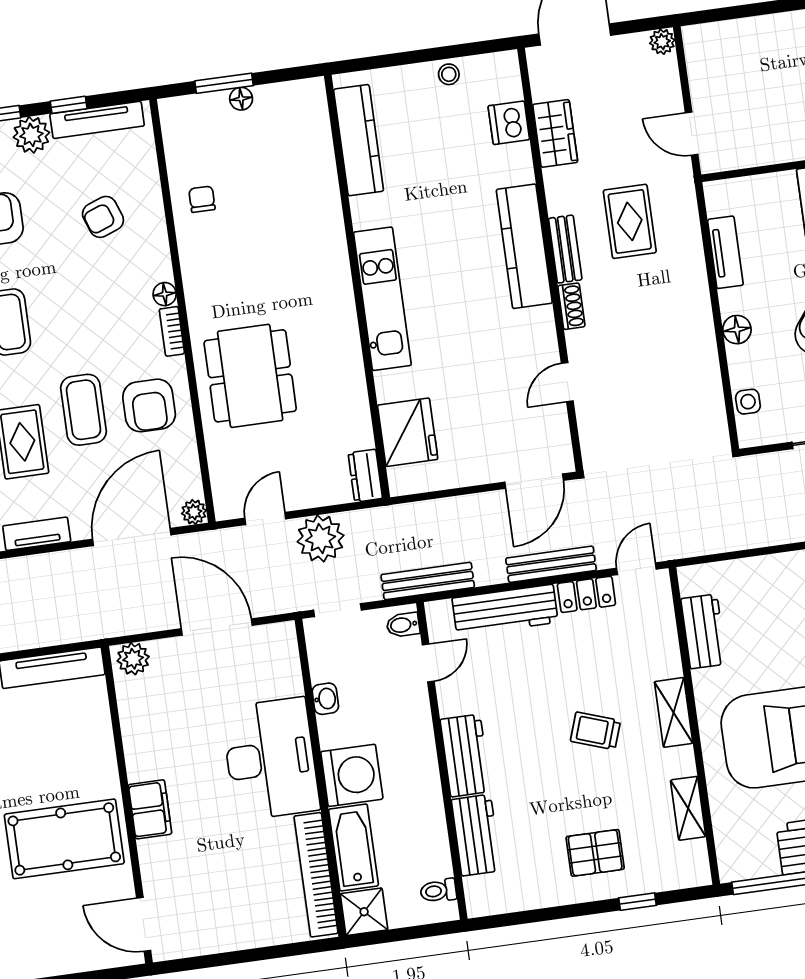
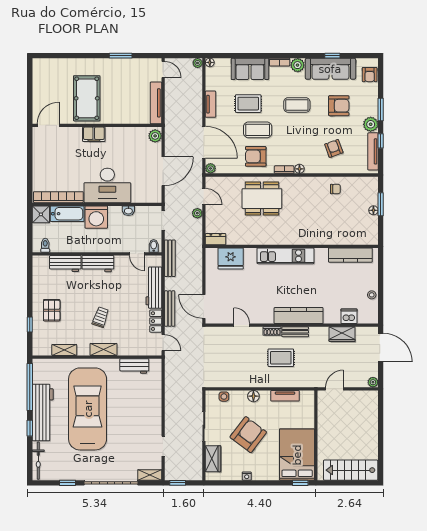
rug: (630, 221) -> (281, 358), moved
plant: (321, 539) -> (197, 213), width x0.53, depth x0.53

